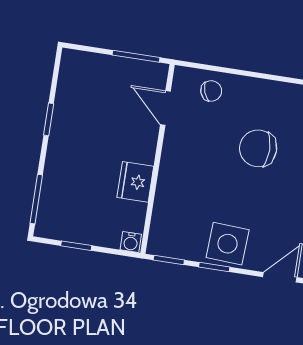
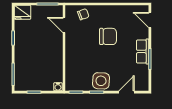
chair: (258, 148) -> (108, 36), turned 180
fridge: (135, 182) -> (22, 12), moved, turned -90

